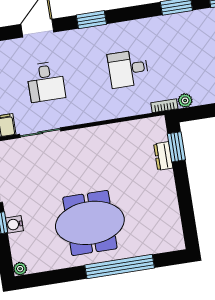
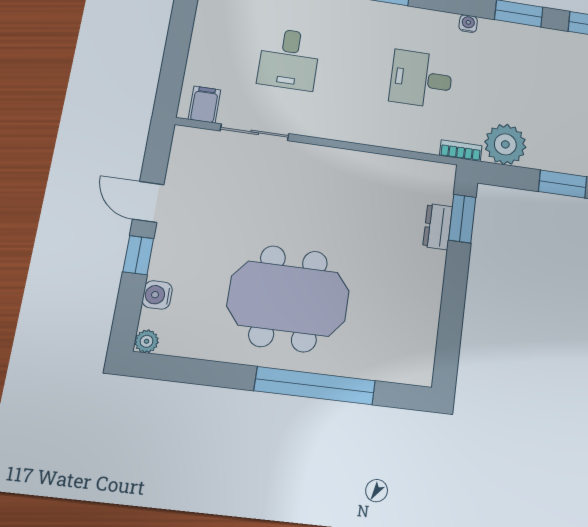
water cooler: (147, 23) -> (468, 24), added
plant: (185, 100) -> (505, 144), width x1.87, depth x1.87
water cooler: (14, 224) -> (157, 295), moved

